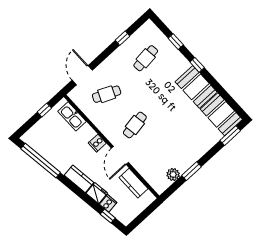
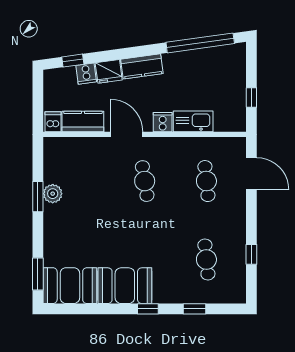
cafe table: (107, 94) -> (206, 181), turned -30
kitchen sink: (72, 116) -> (193, 121), moved
plant: (173, 174) -> (53, 194), moved
dishwasher: (147, 198) -> (53, 122), added

